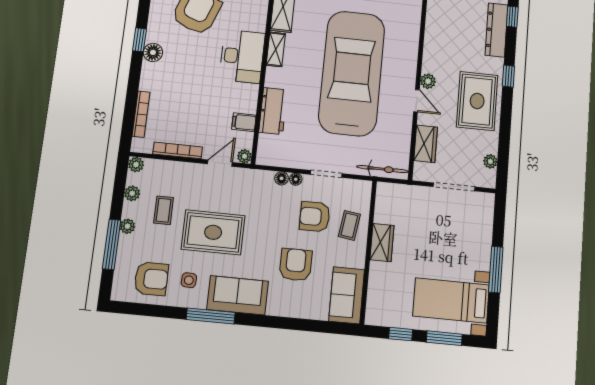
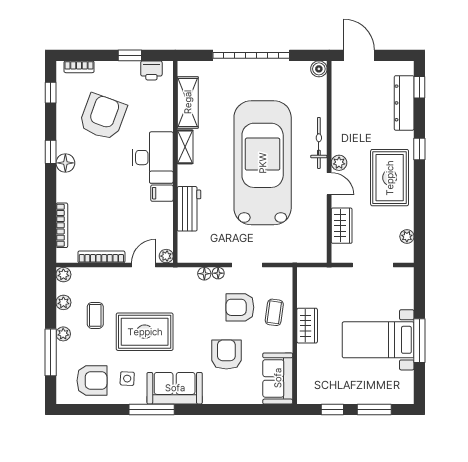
filing cabinet: (244, 122) -> (162, 193), moved
bicycle: (382, 169) -> (319, 143), moved, turned -90
bed with nightstands: (451, 300) -> (378, 340), moved

